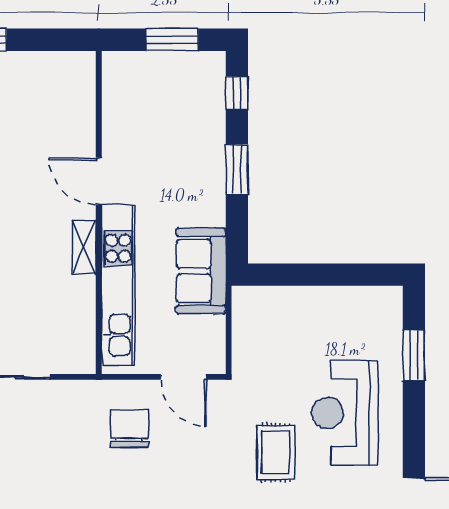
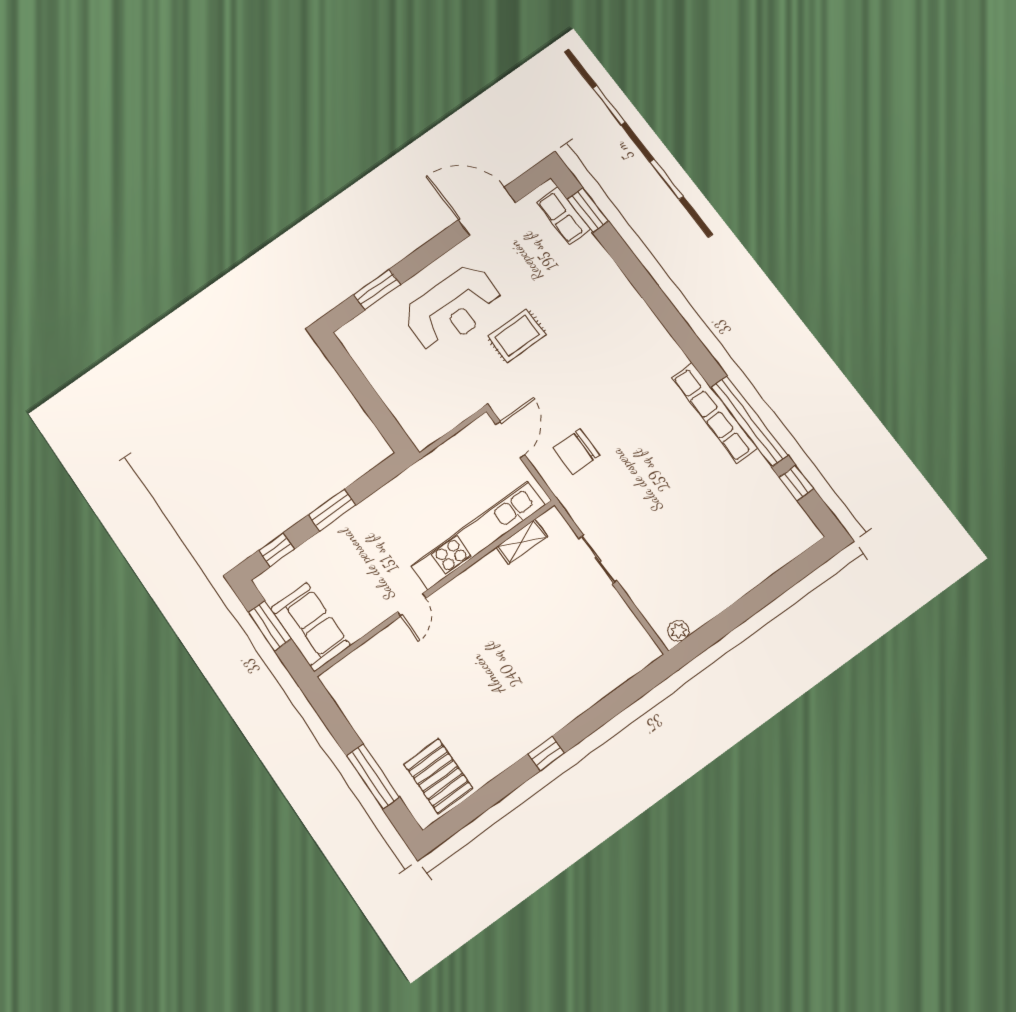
door: (99, 181) -> (412, 605), width x0.73
shelving: (84, 248) -> (522, 542), moved
sofa: (201, 271) -> (310, 627), moved, turned -90

